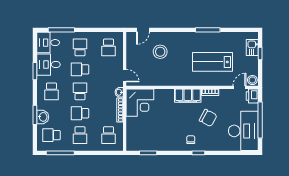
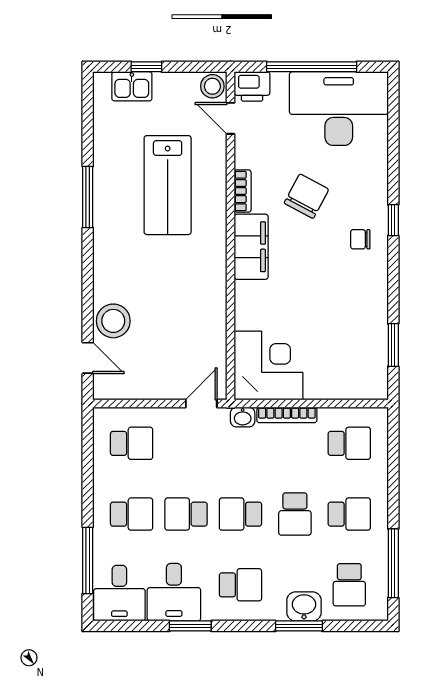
school desk: (80, 47) -> (132, 514), turned 180
stool: (160, 52) -> (113, 321), moved
school desk: (80, 69) -> (186, 514), turned 90

